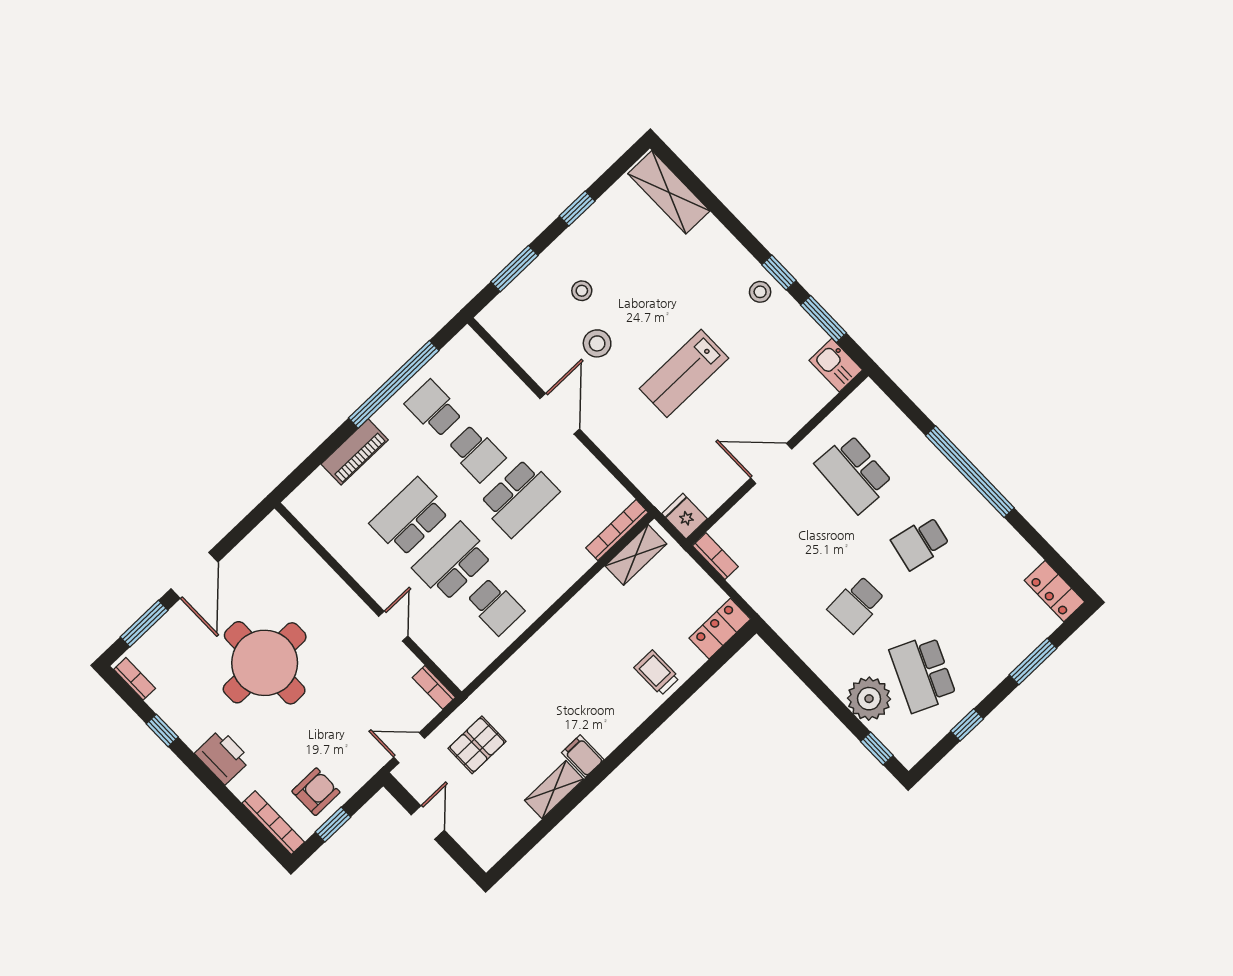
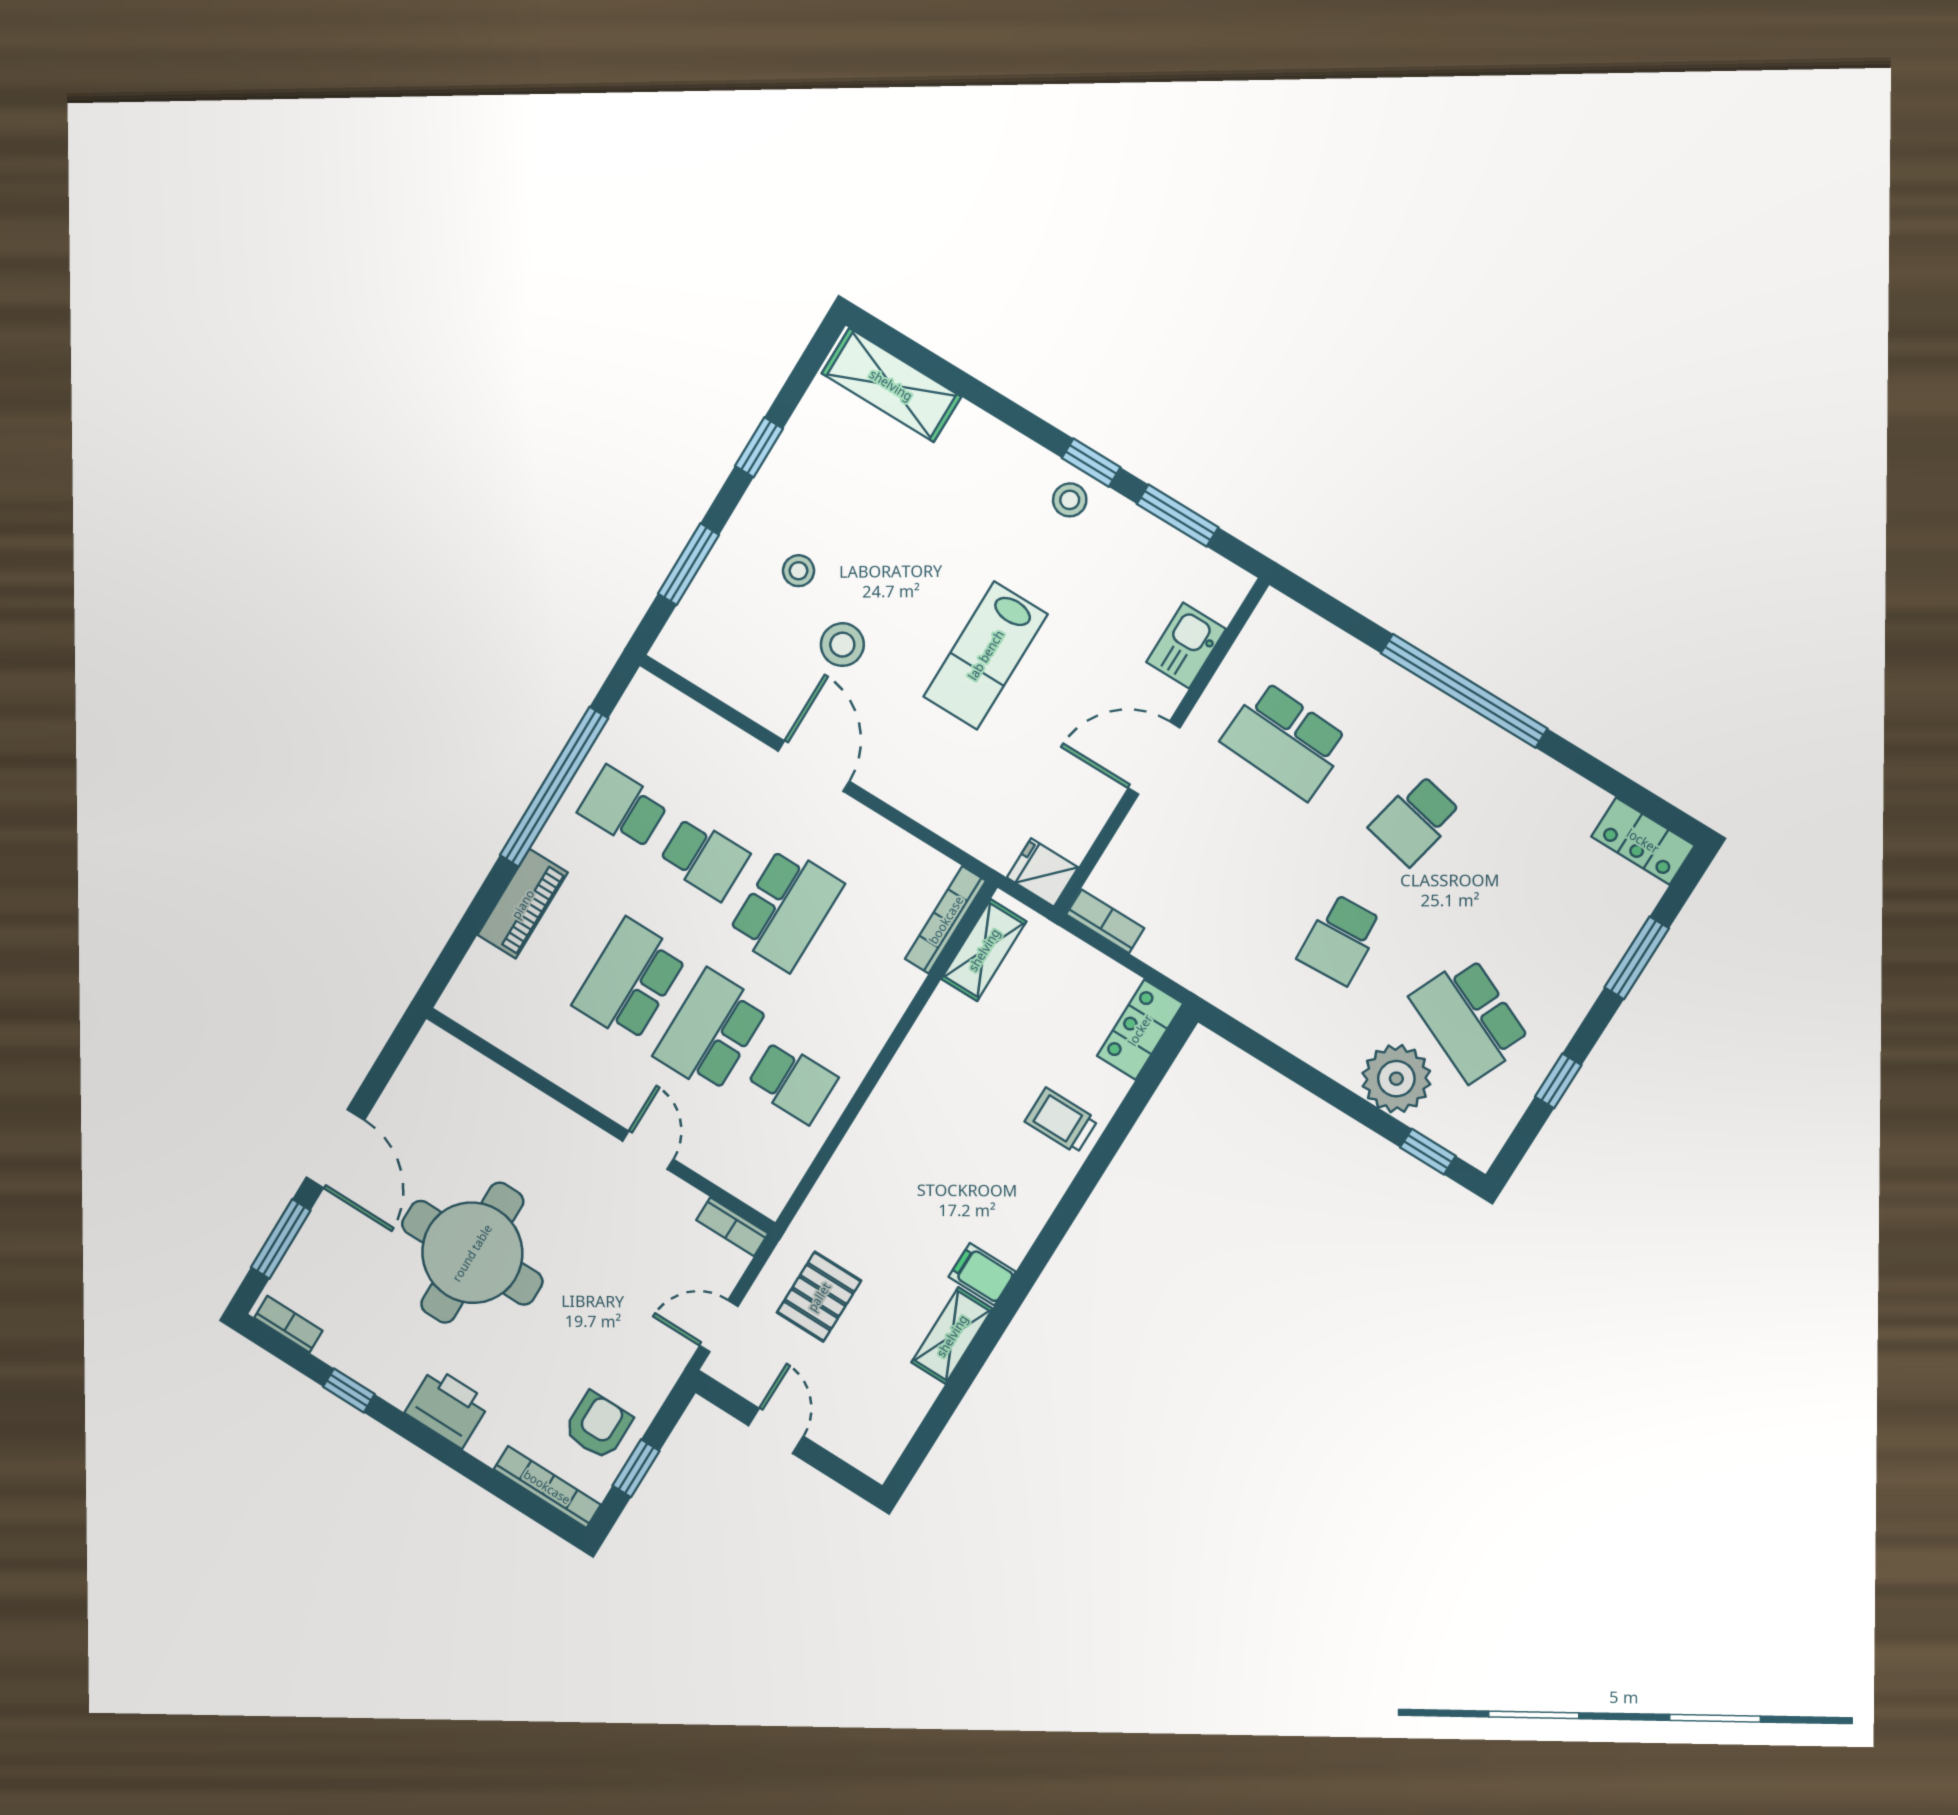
kitchen sink: (836, 365) -> (1186, 646), moved, turned 90

